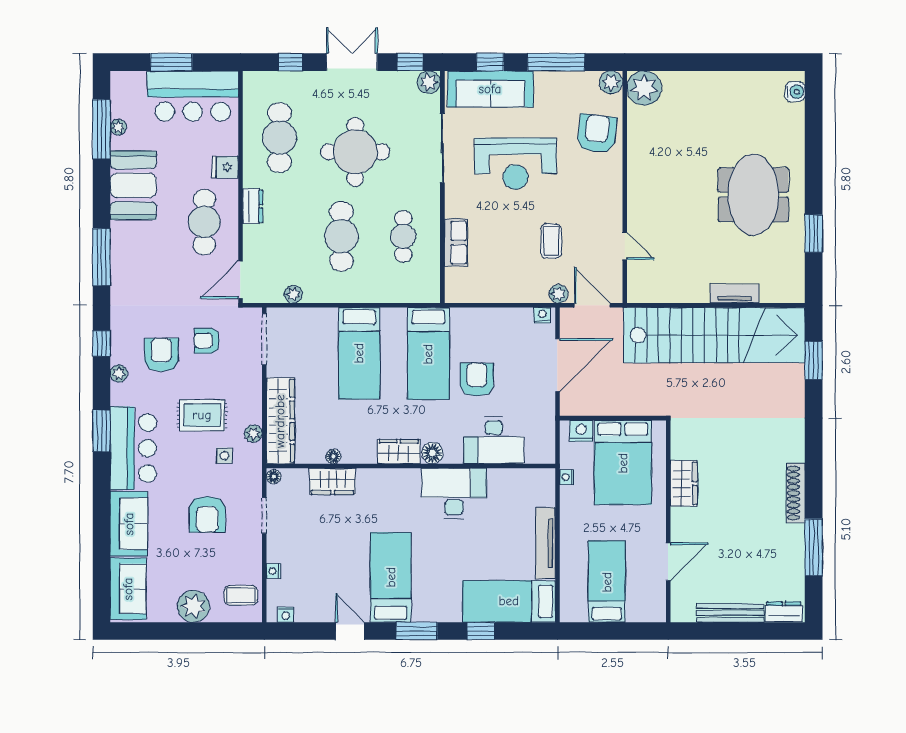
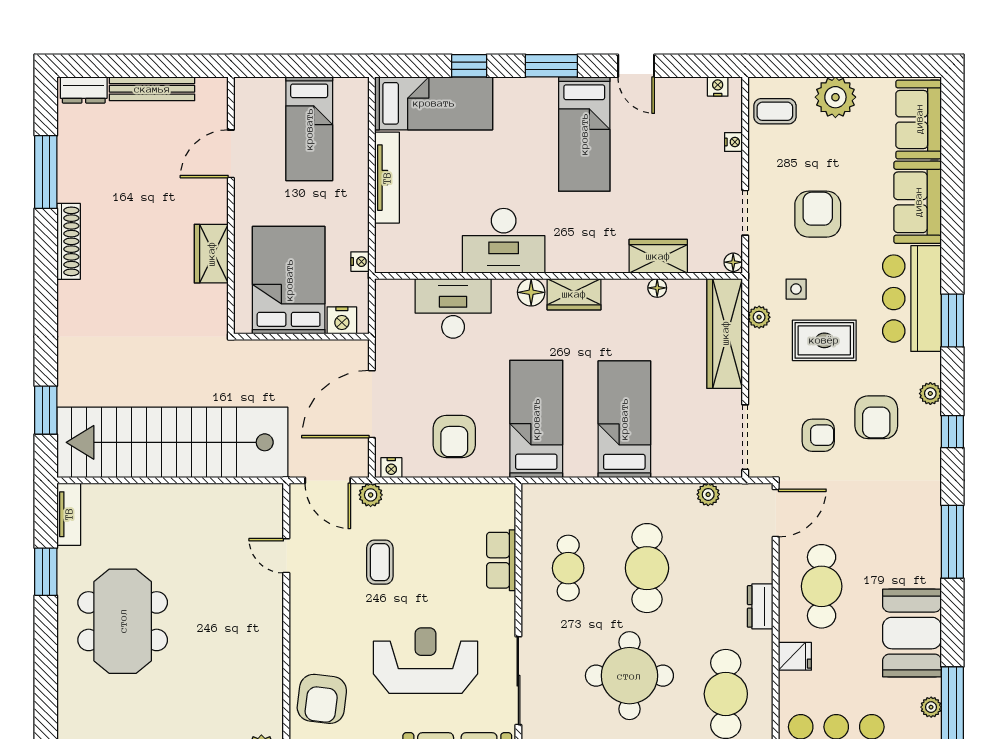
tv unit: (734, 294) -> (69, 514), moved, turned -90
armchair: (477, 380) -> (454, 437), moved

